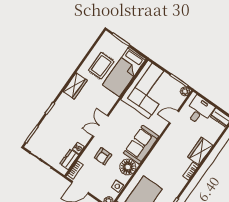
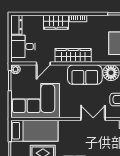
door: (174, 117) -> (43, 64), hinge flipped
double door: (100, 126) -> (93, 119), swing flipped
wardrobe: (163, 146) -> (73, 55), added

